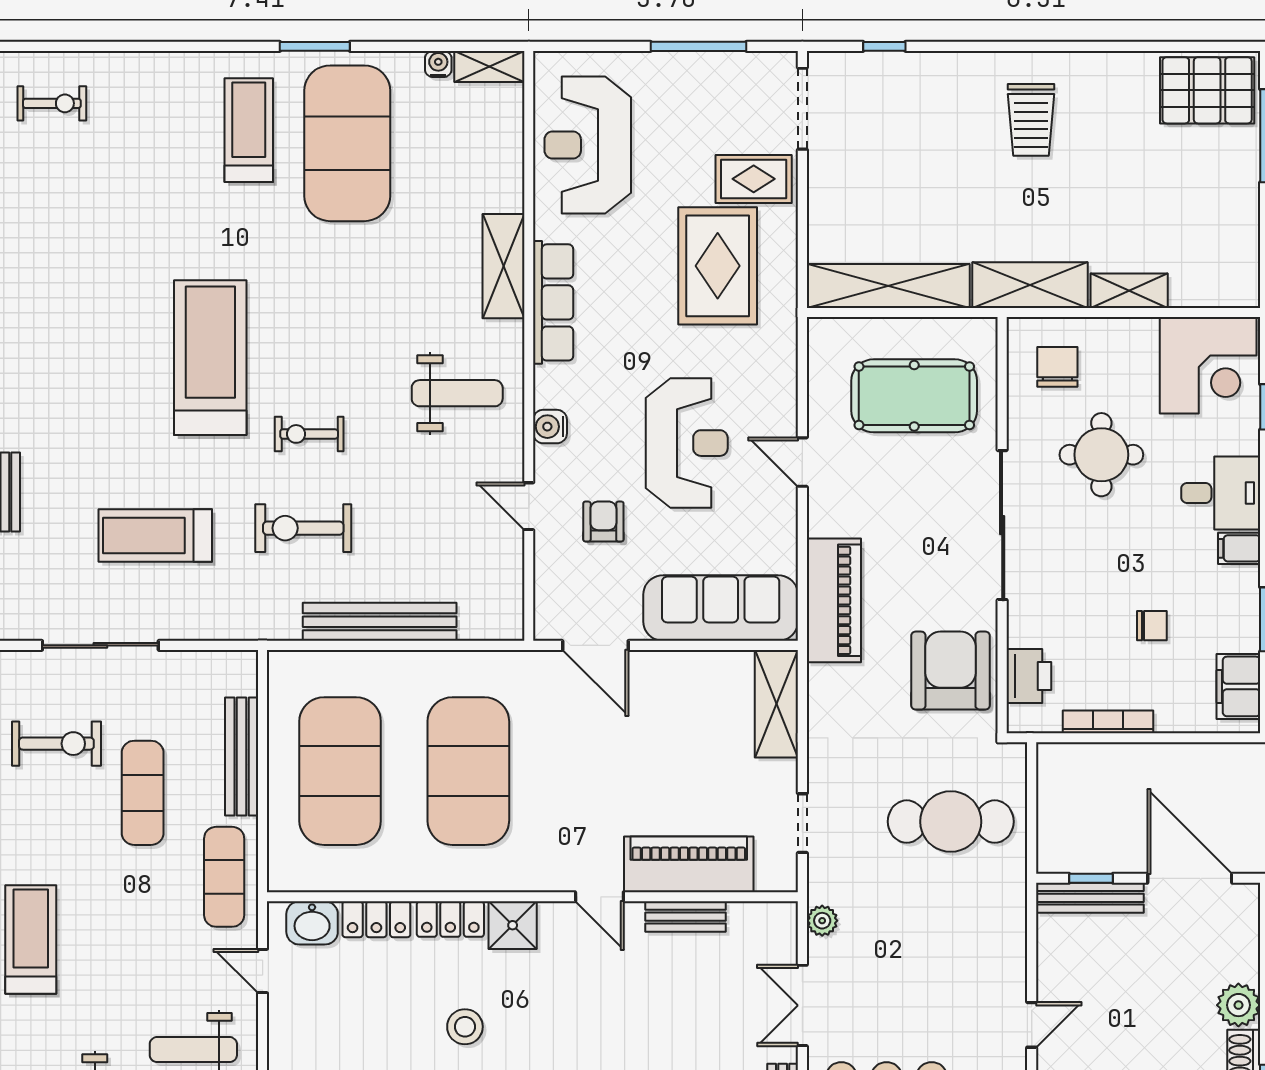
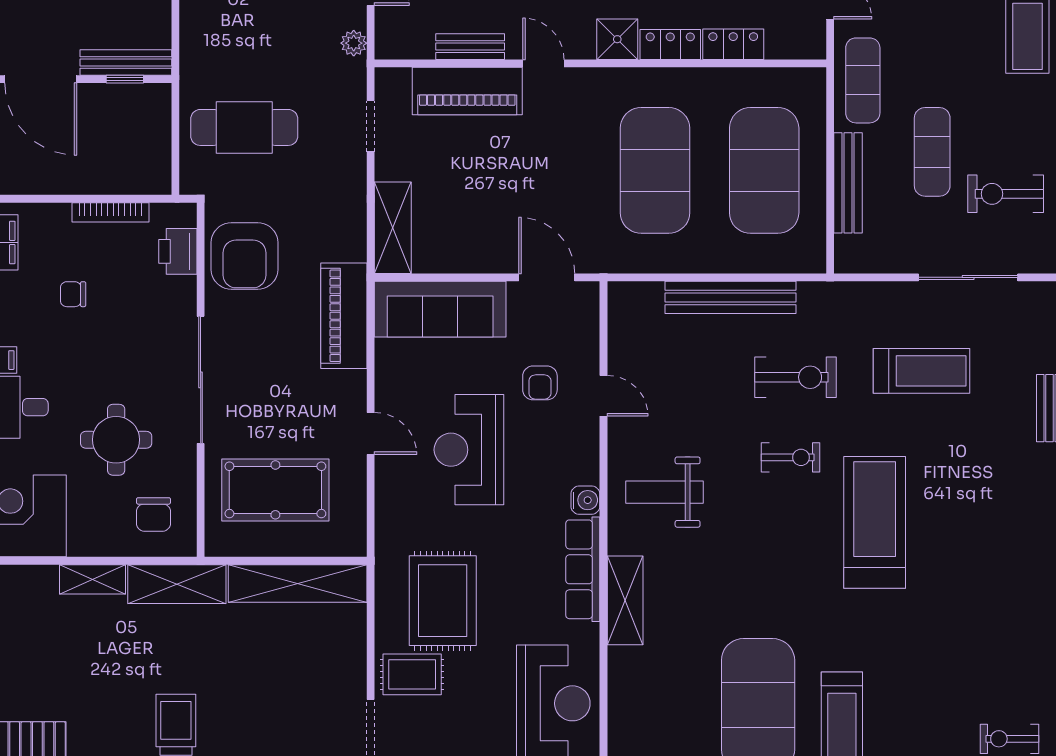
treadmill: (210, 358) -> (875, 522), turned 180
water cooler: (550, 427) -> (585, 500), moved
washbasin: (312, 923) -> (788, 41), removed

